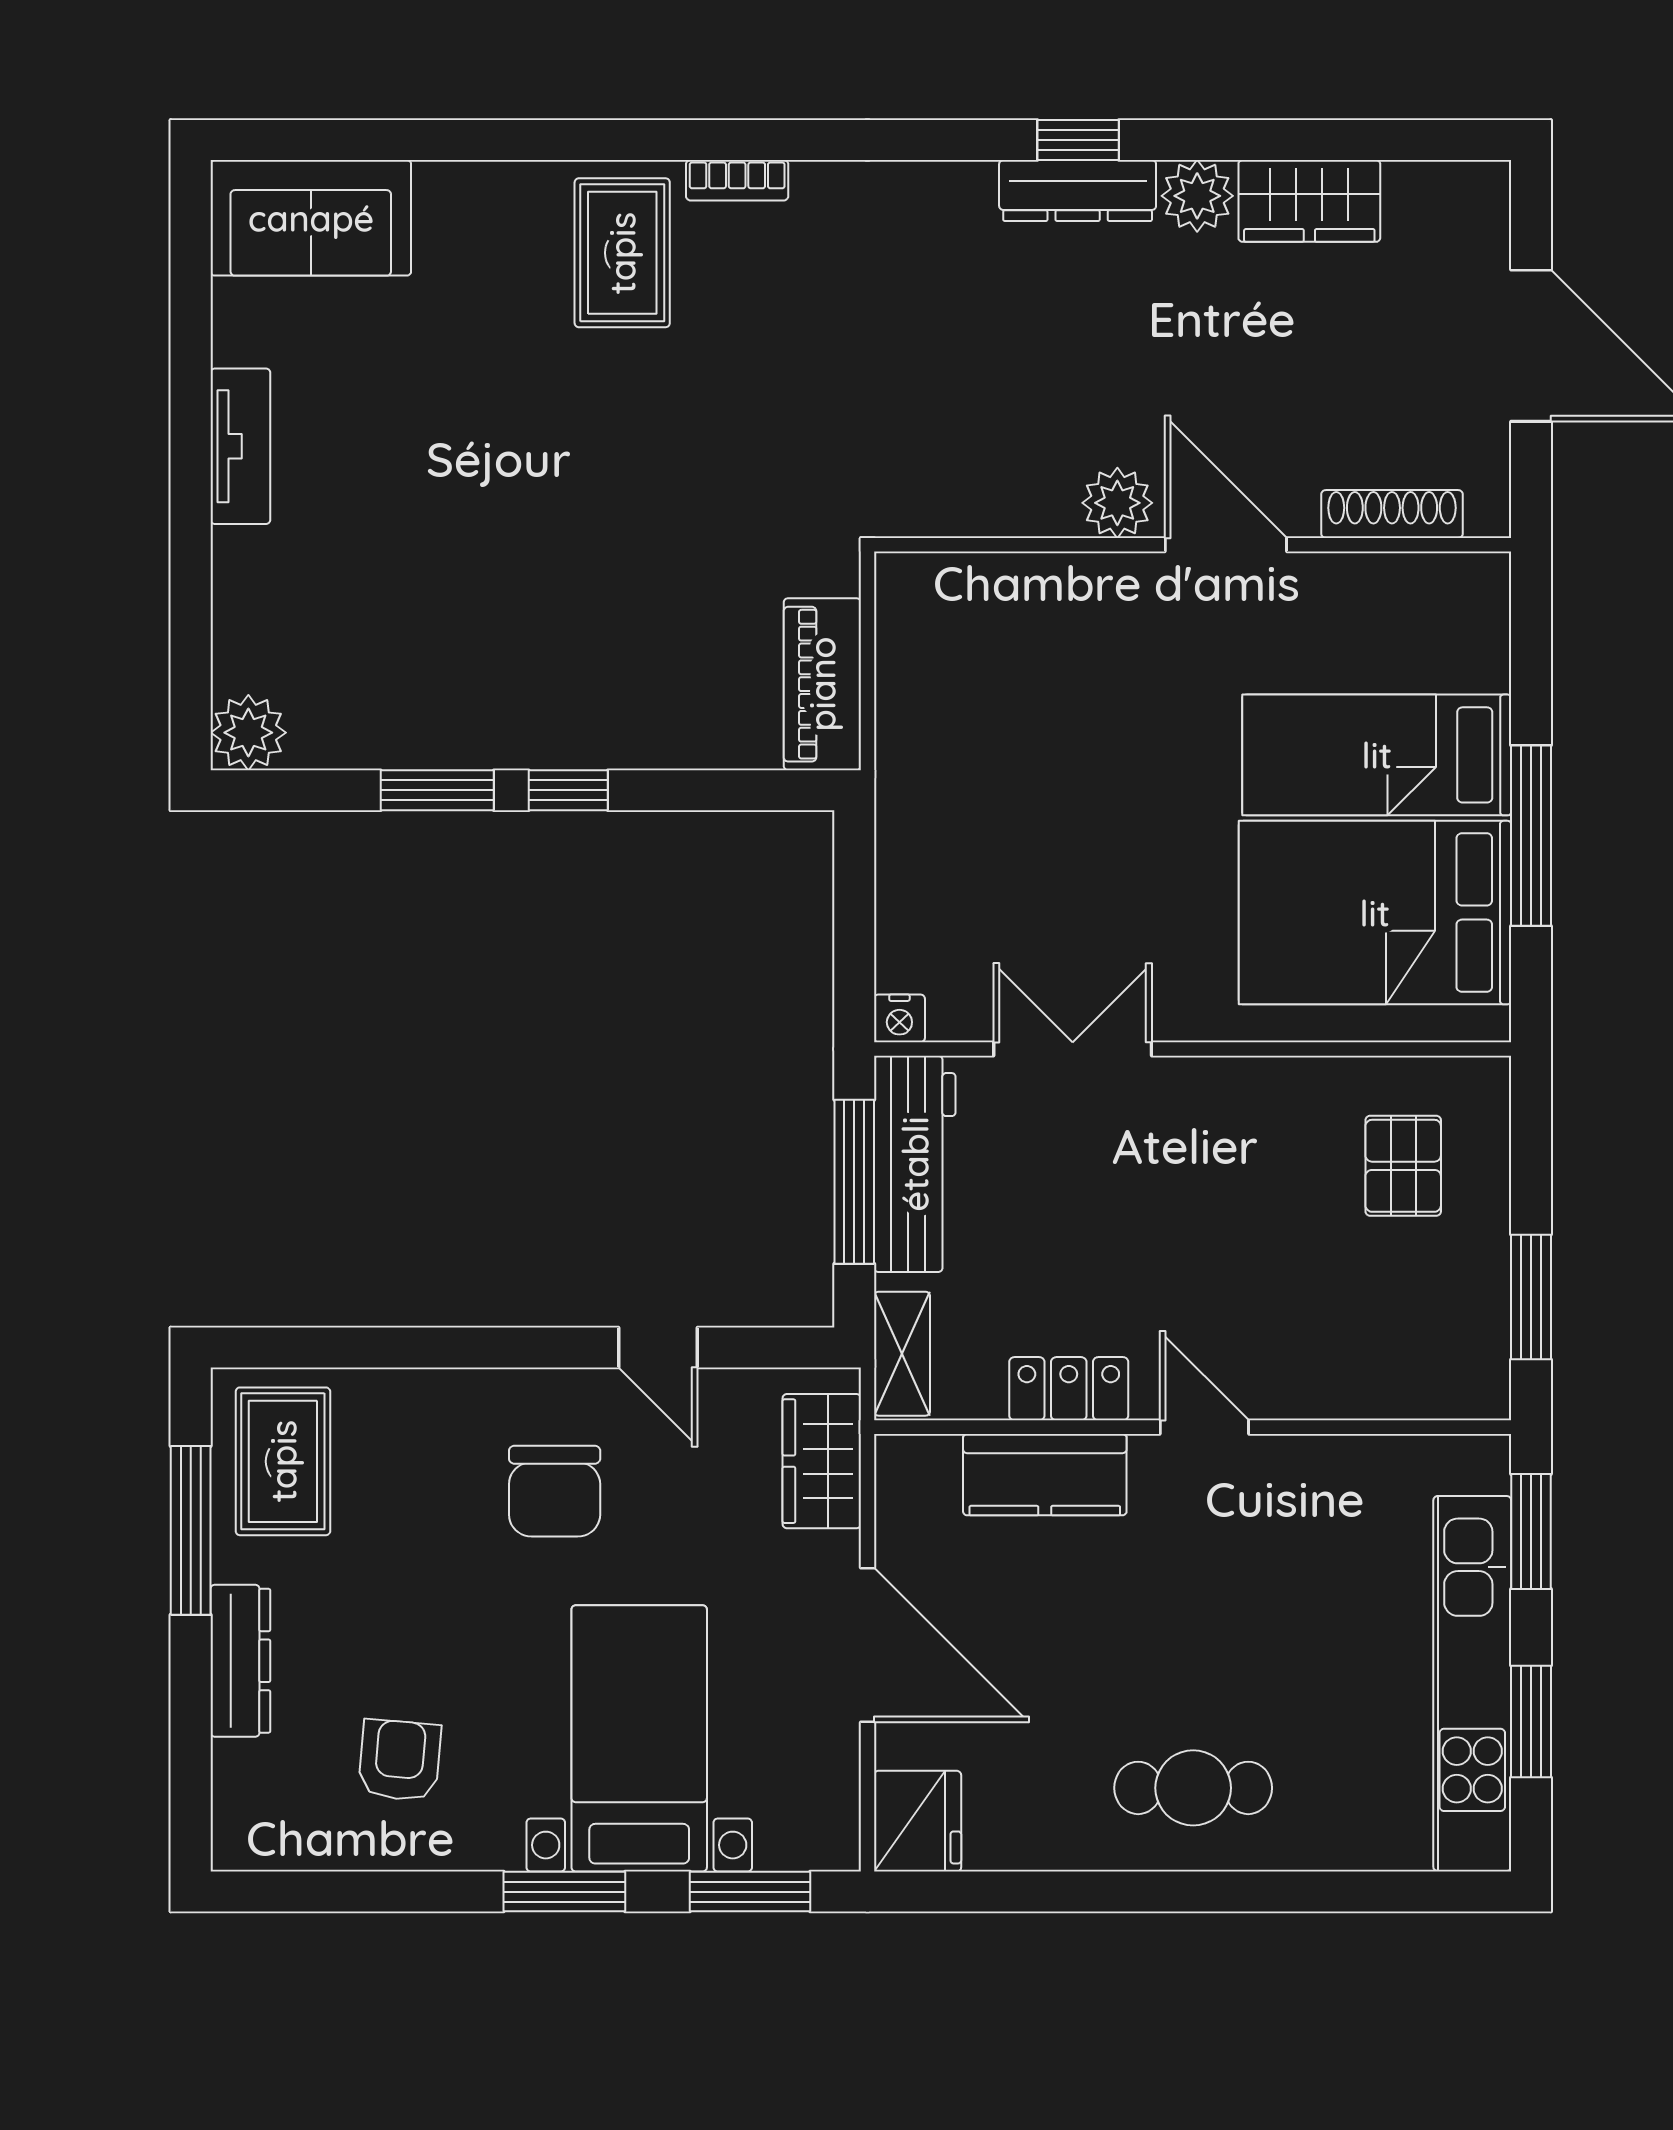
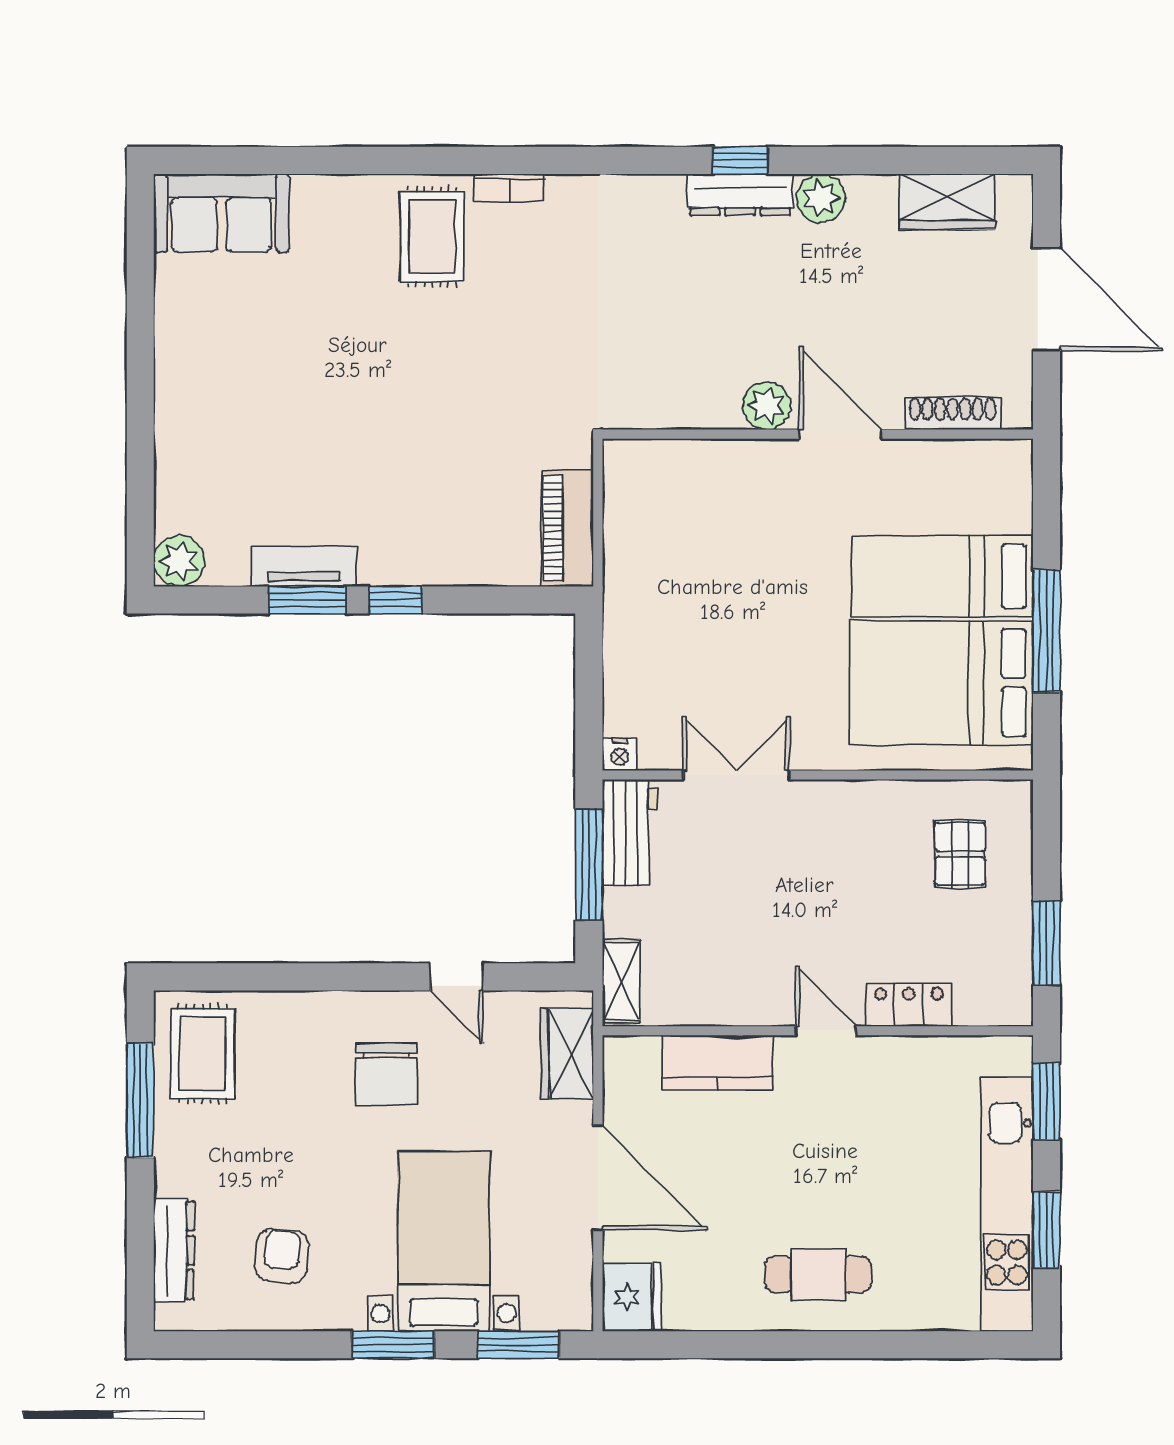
wardrobe: (1309, 201) -> (947, 202), moved
tv unit: (240, 446) -> (304, 566), moved, turned -90
workbench: (915, 1164) -> (630, 833), width x0.73
locker: (1069, 1389) -> (909, 1005), moved
dresser: (240, 1661) -> (174, 1250), moved

